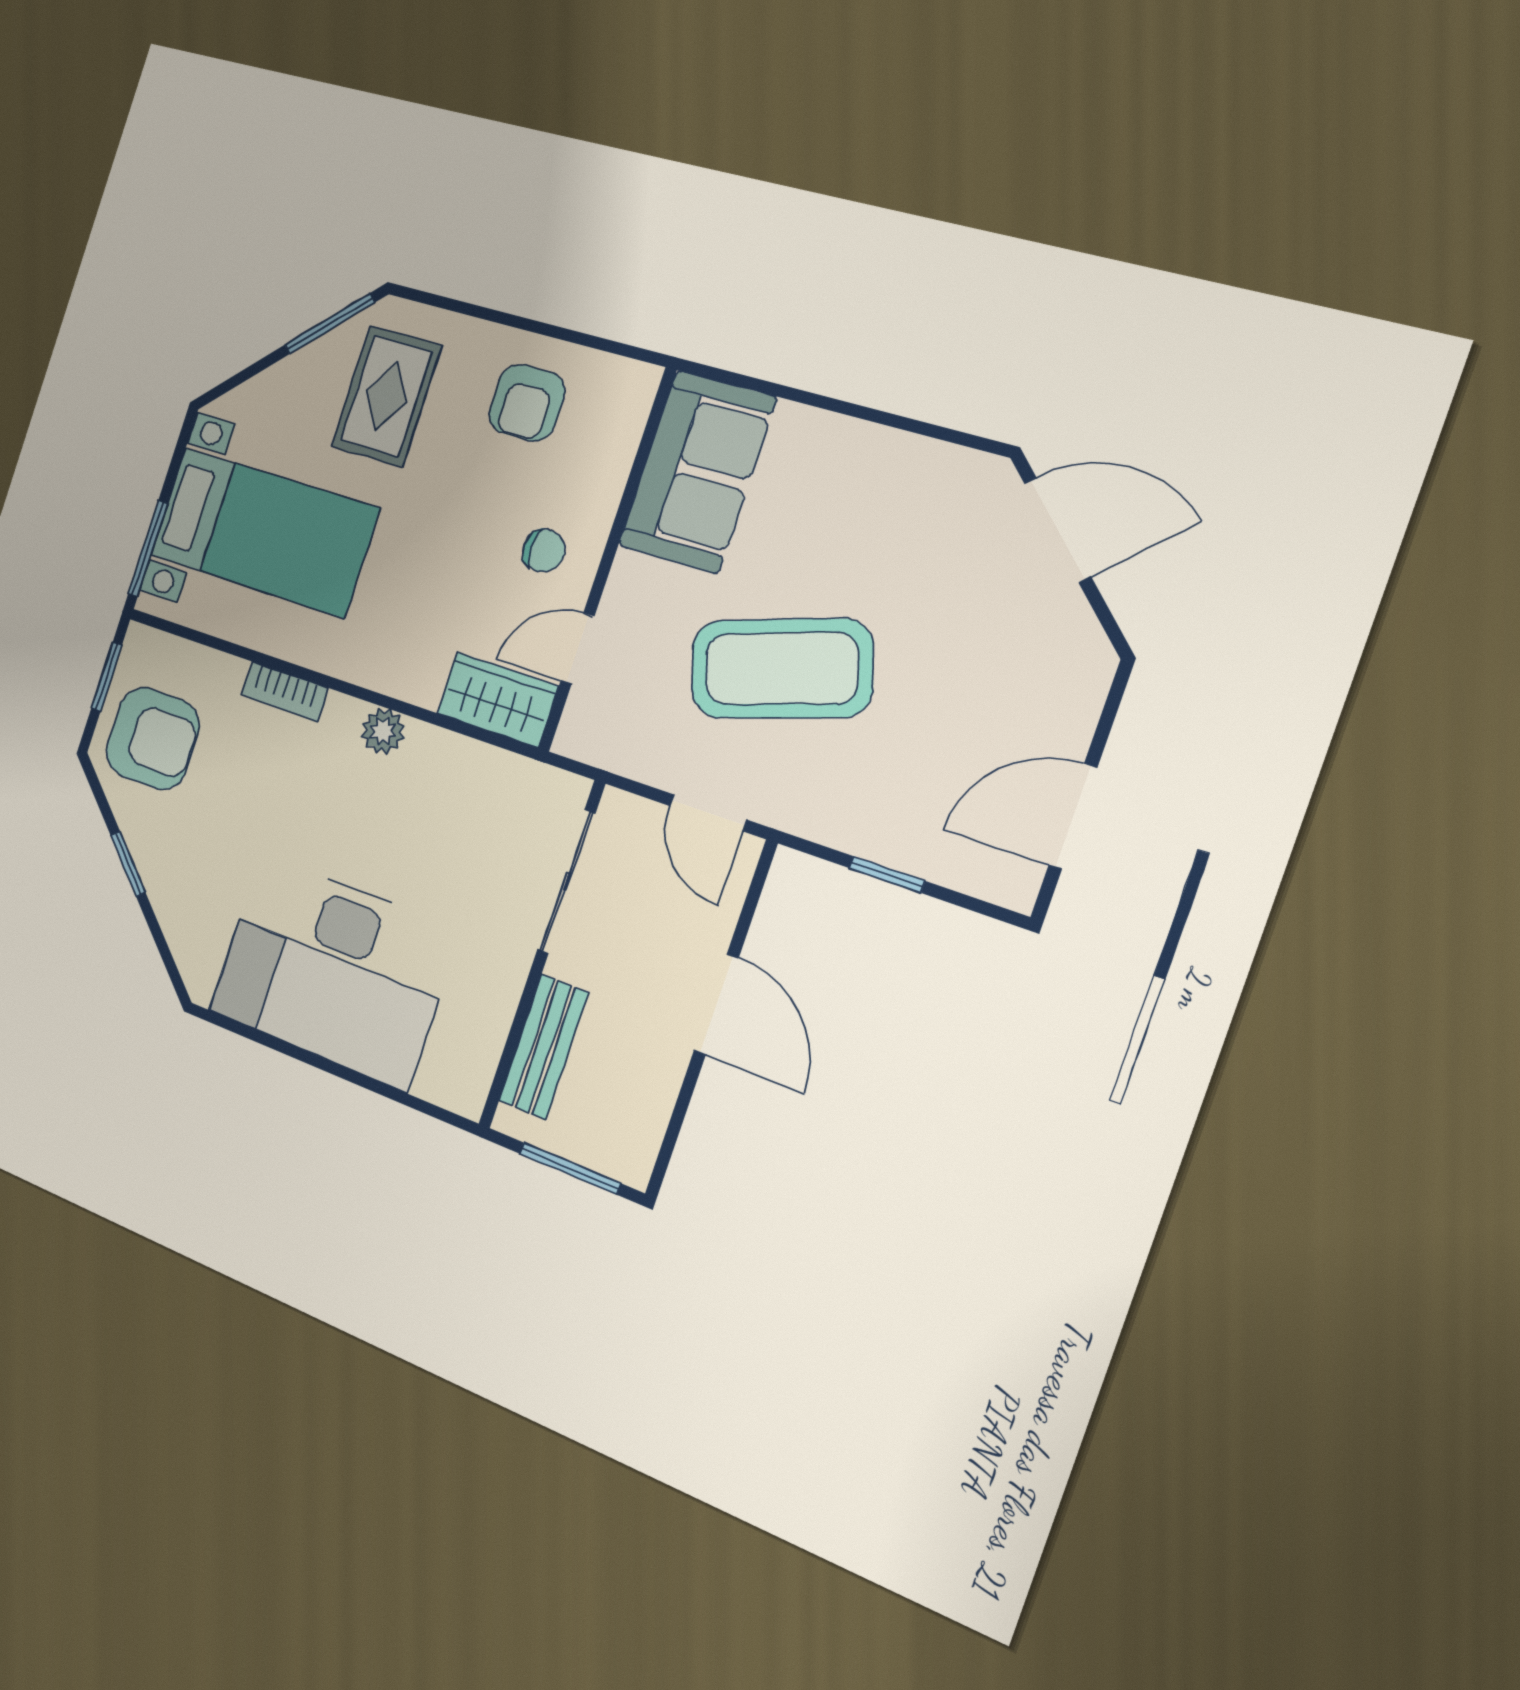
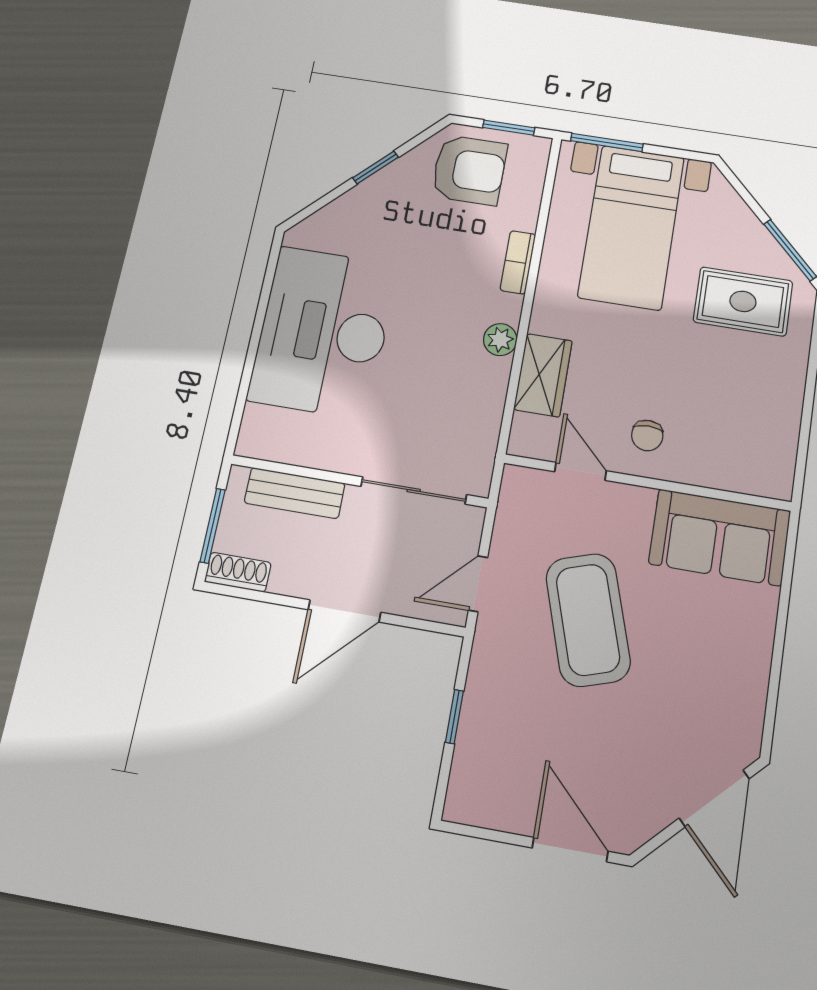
armchair: (527, 403) -> (752, 406), removed
wardrobe: (497, 700) -> (543, 375), moved
armchair: (153, 738) -> (469, 170), turned -90
door: (1073, 816) -> (570, 850), moved
shoe rack: (639, 1144) -> (238, 572), added

